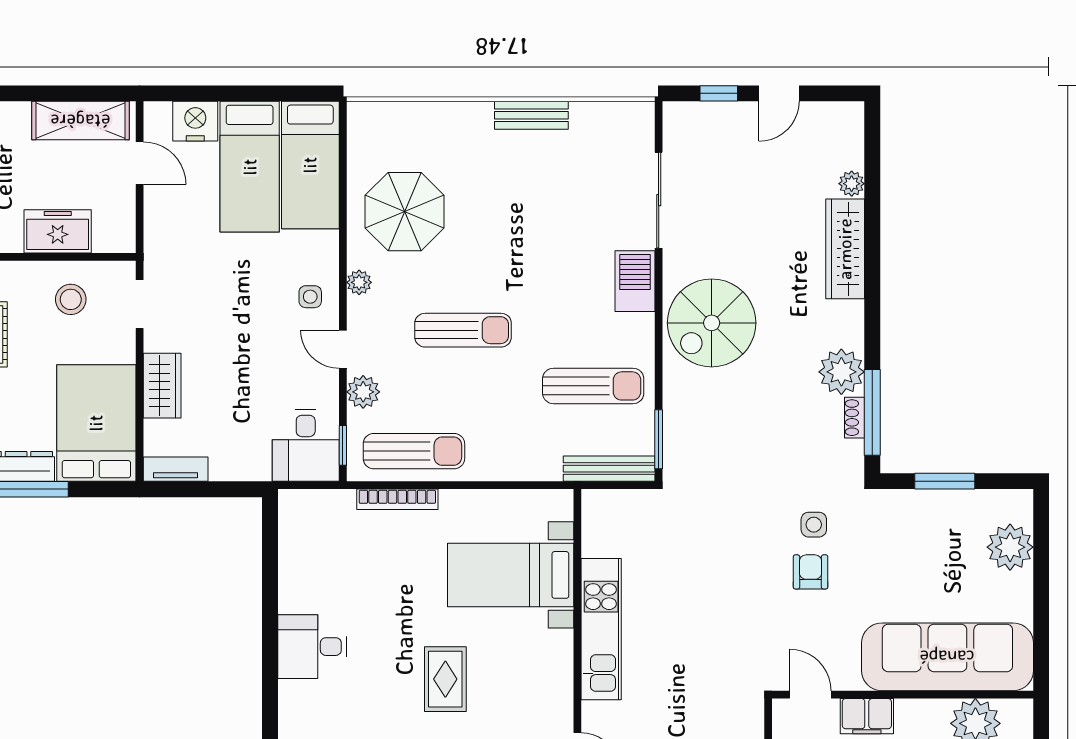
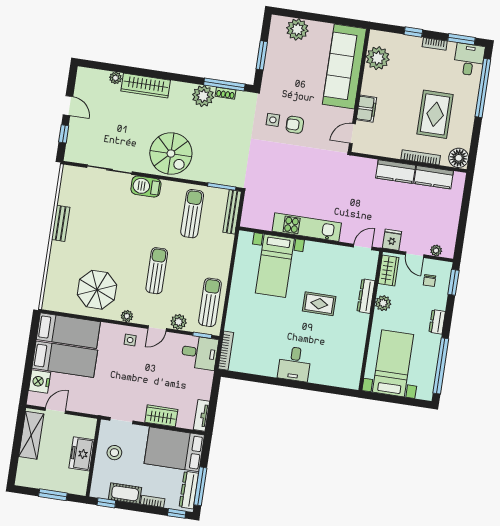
bookcase: (397, 499) -> (226, 351), moved

